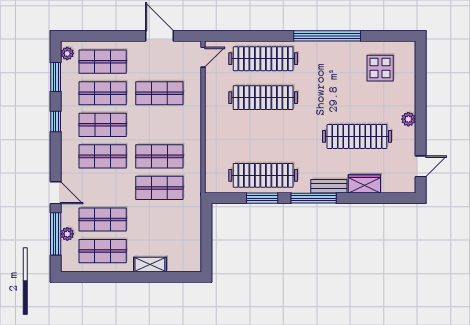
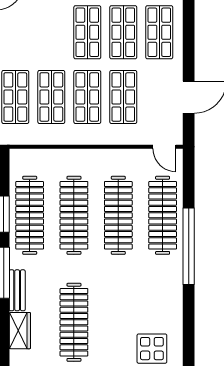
window: (327, 36) -> (189, 246), moved
clothes rail: (263, 136) -> (74, 215), added
shop shelf: (103, 156) -> (87, 97), moved

